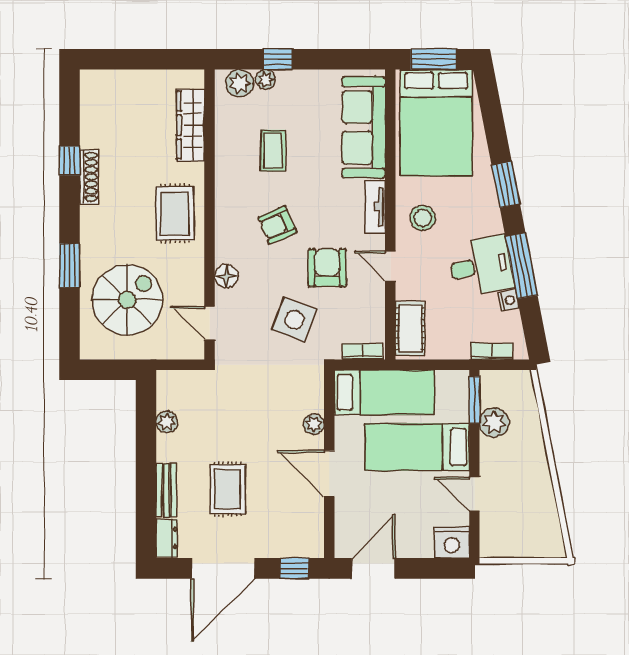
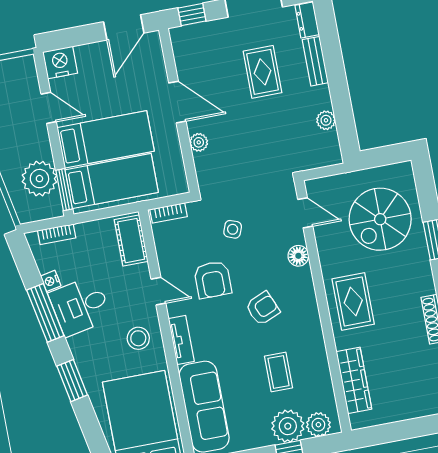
plant: (265, 79) -> (288, 426), width x1.87, depth x1.87
side table: (294, 320) -> (233, 229), width x0.54, depth x0.54
bed: (384, 392) -> (112, 181), moved, turned 180
plant: (494, 423) -> (39, 179), width x1.36, depth x1.36

